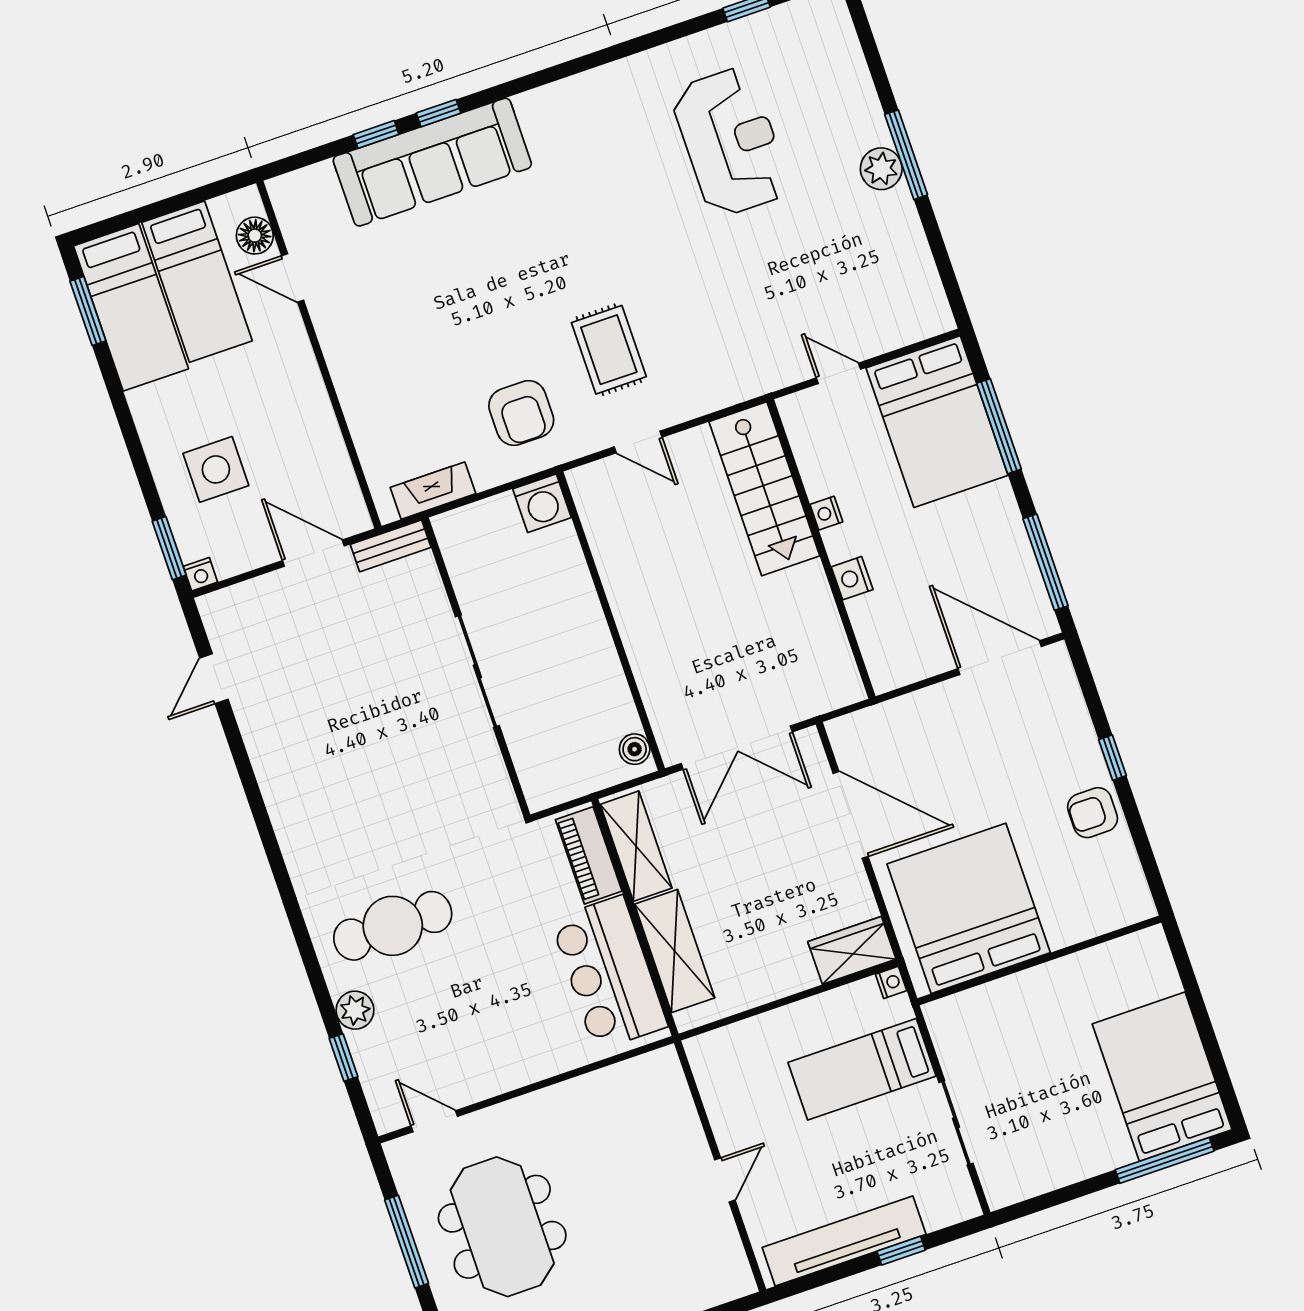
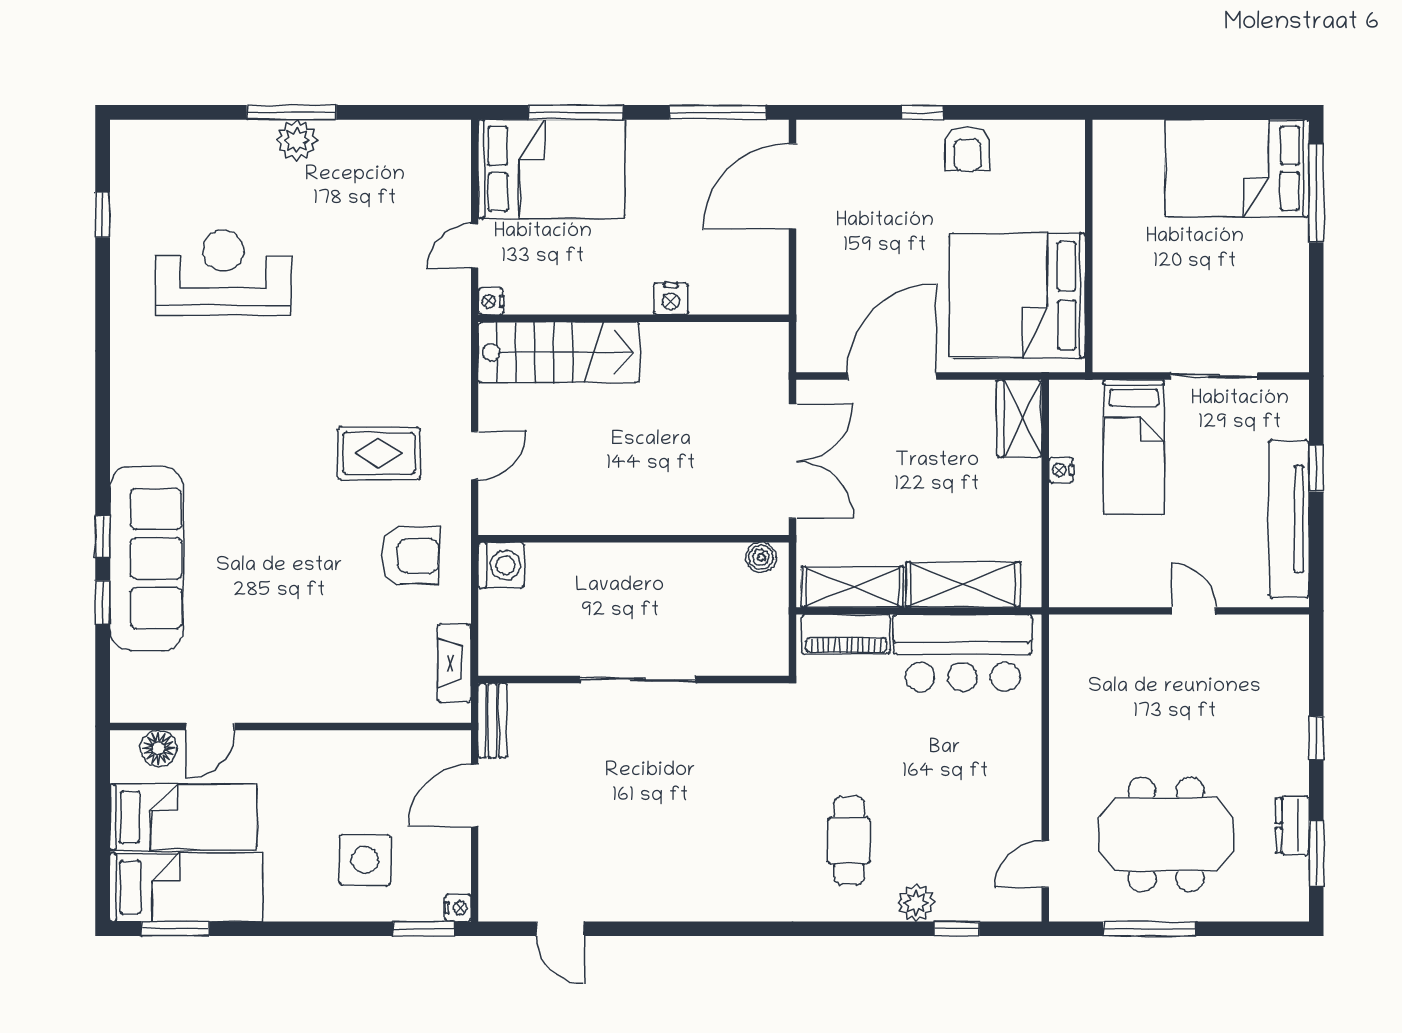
nightstand: (826, 513) -> (491, 301), moved, turned 90
cafe table: (393, 926) -> (849, 840), width x0.73, depth x0.74
nightstand: (891, 982) -> (1061, 470), moved, turned -90

